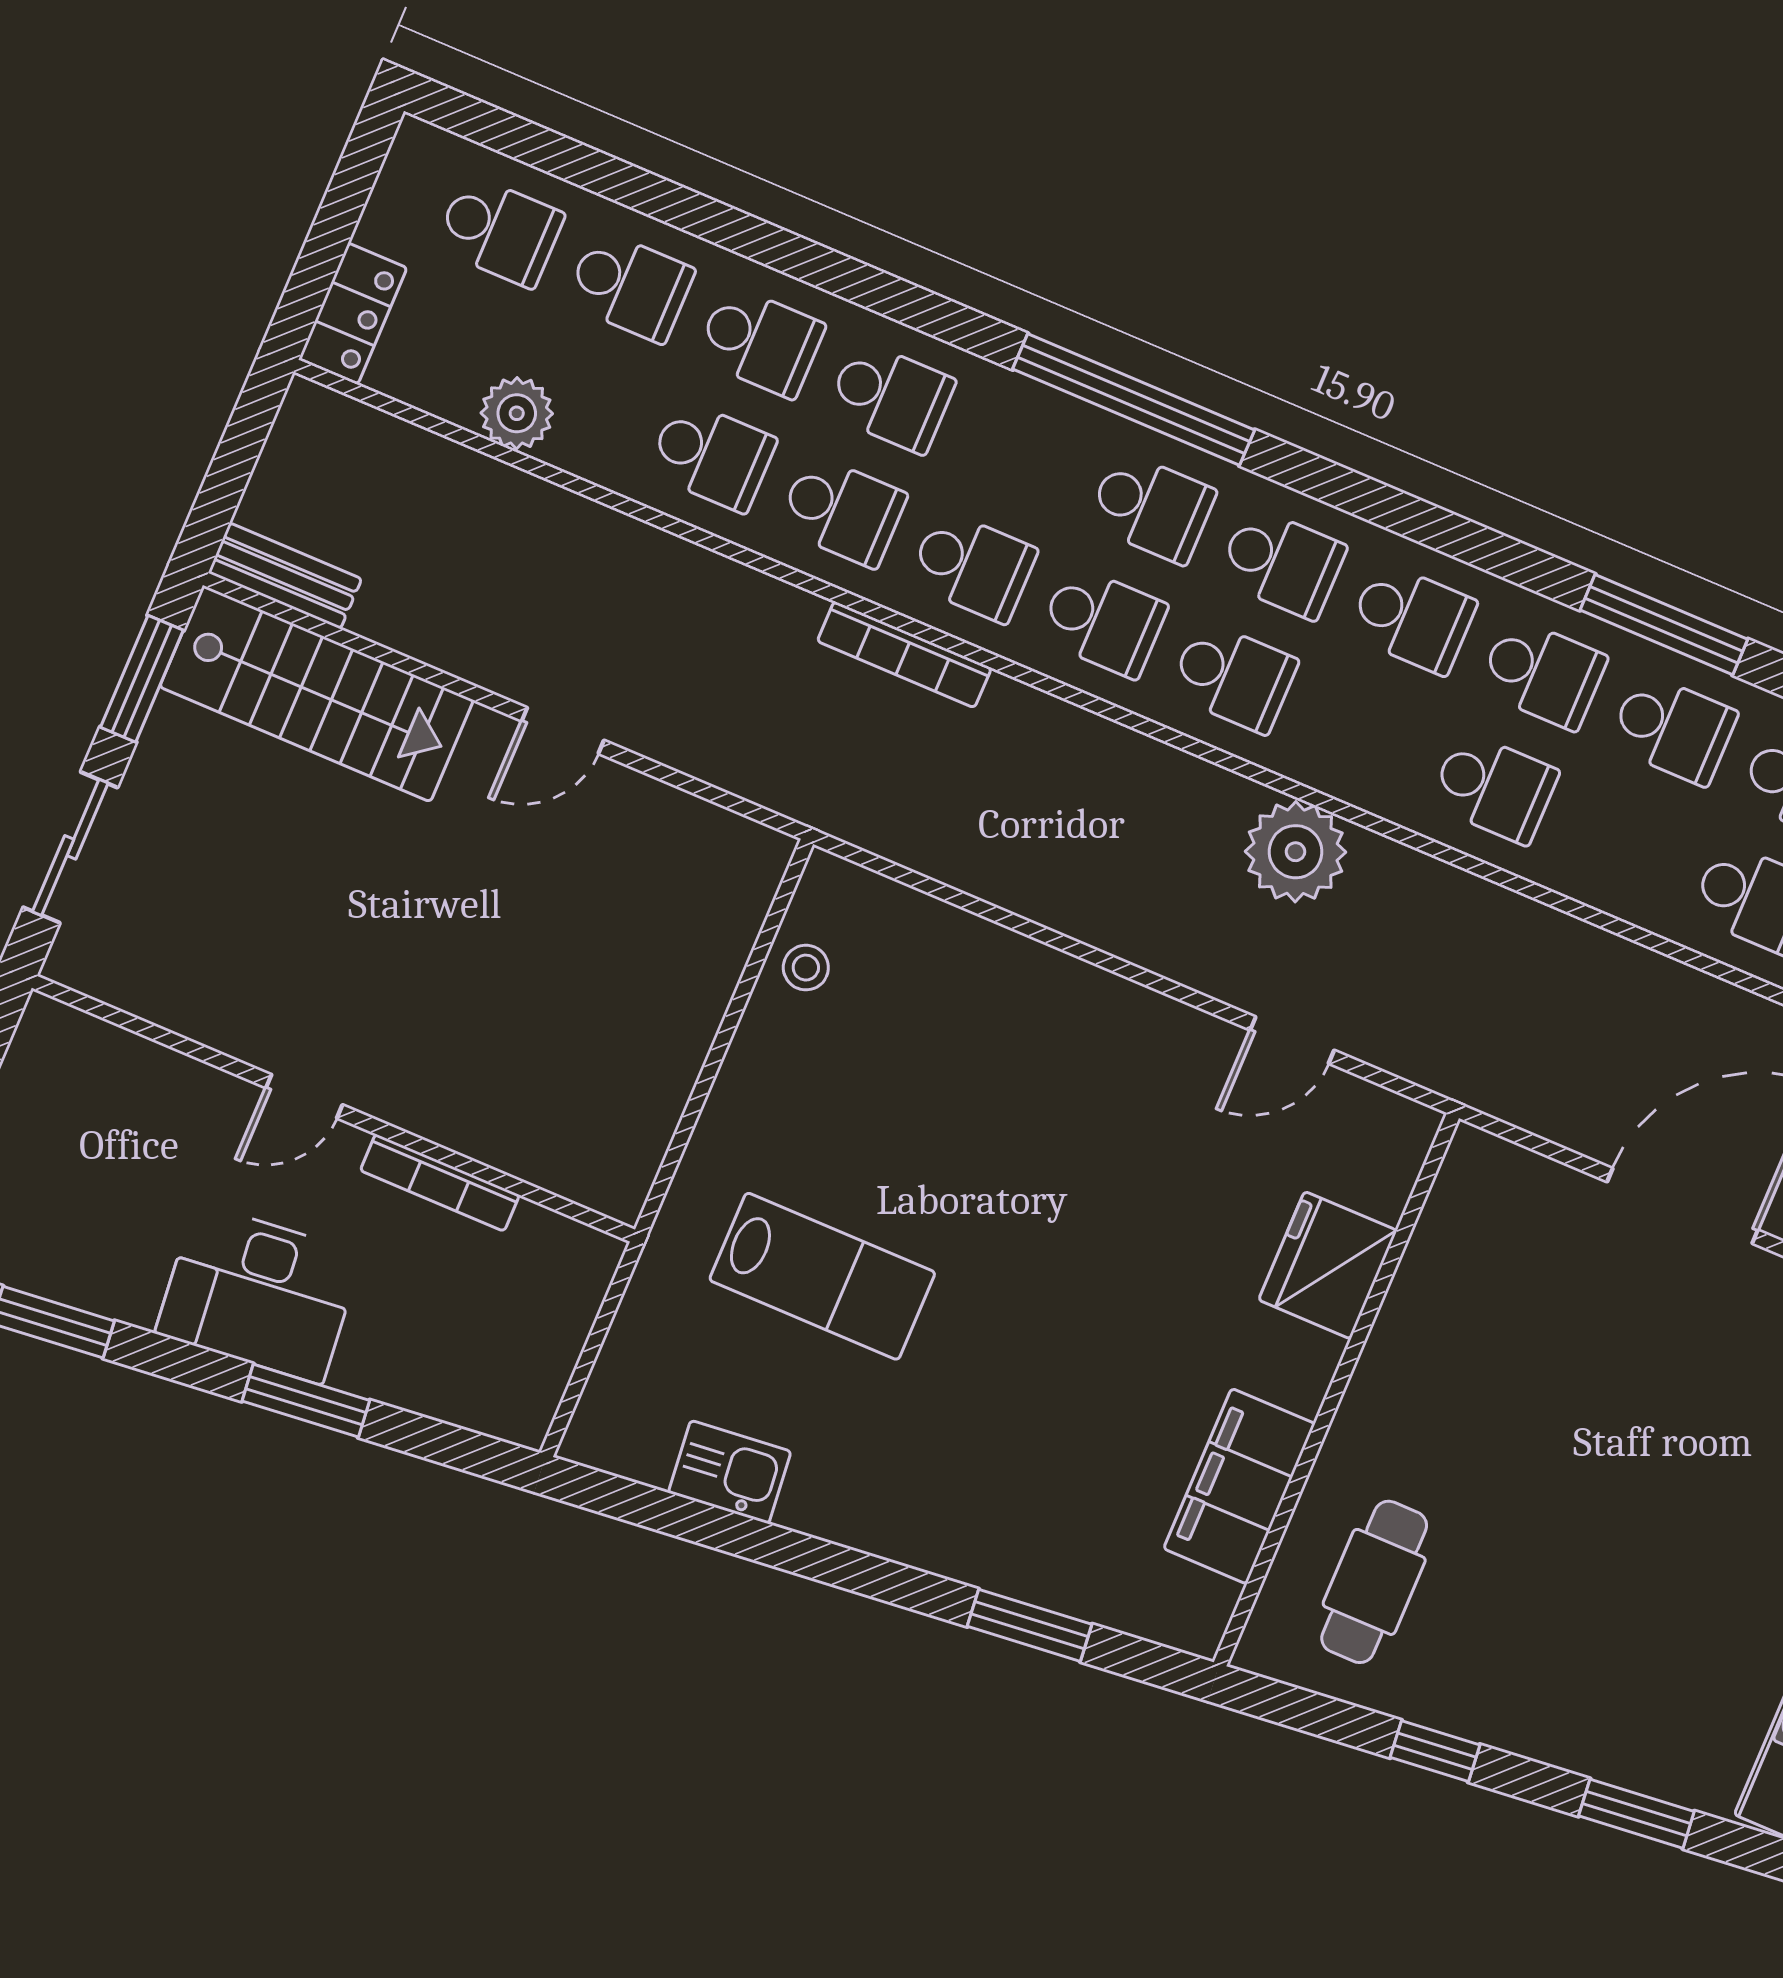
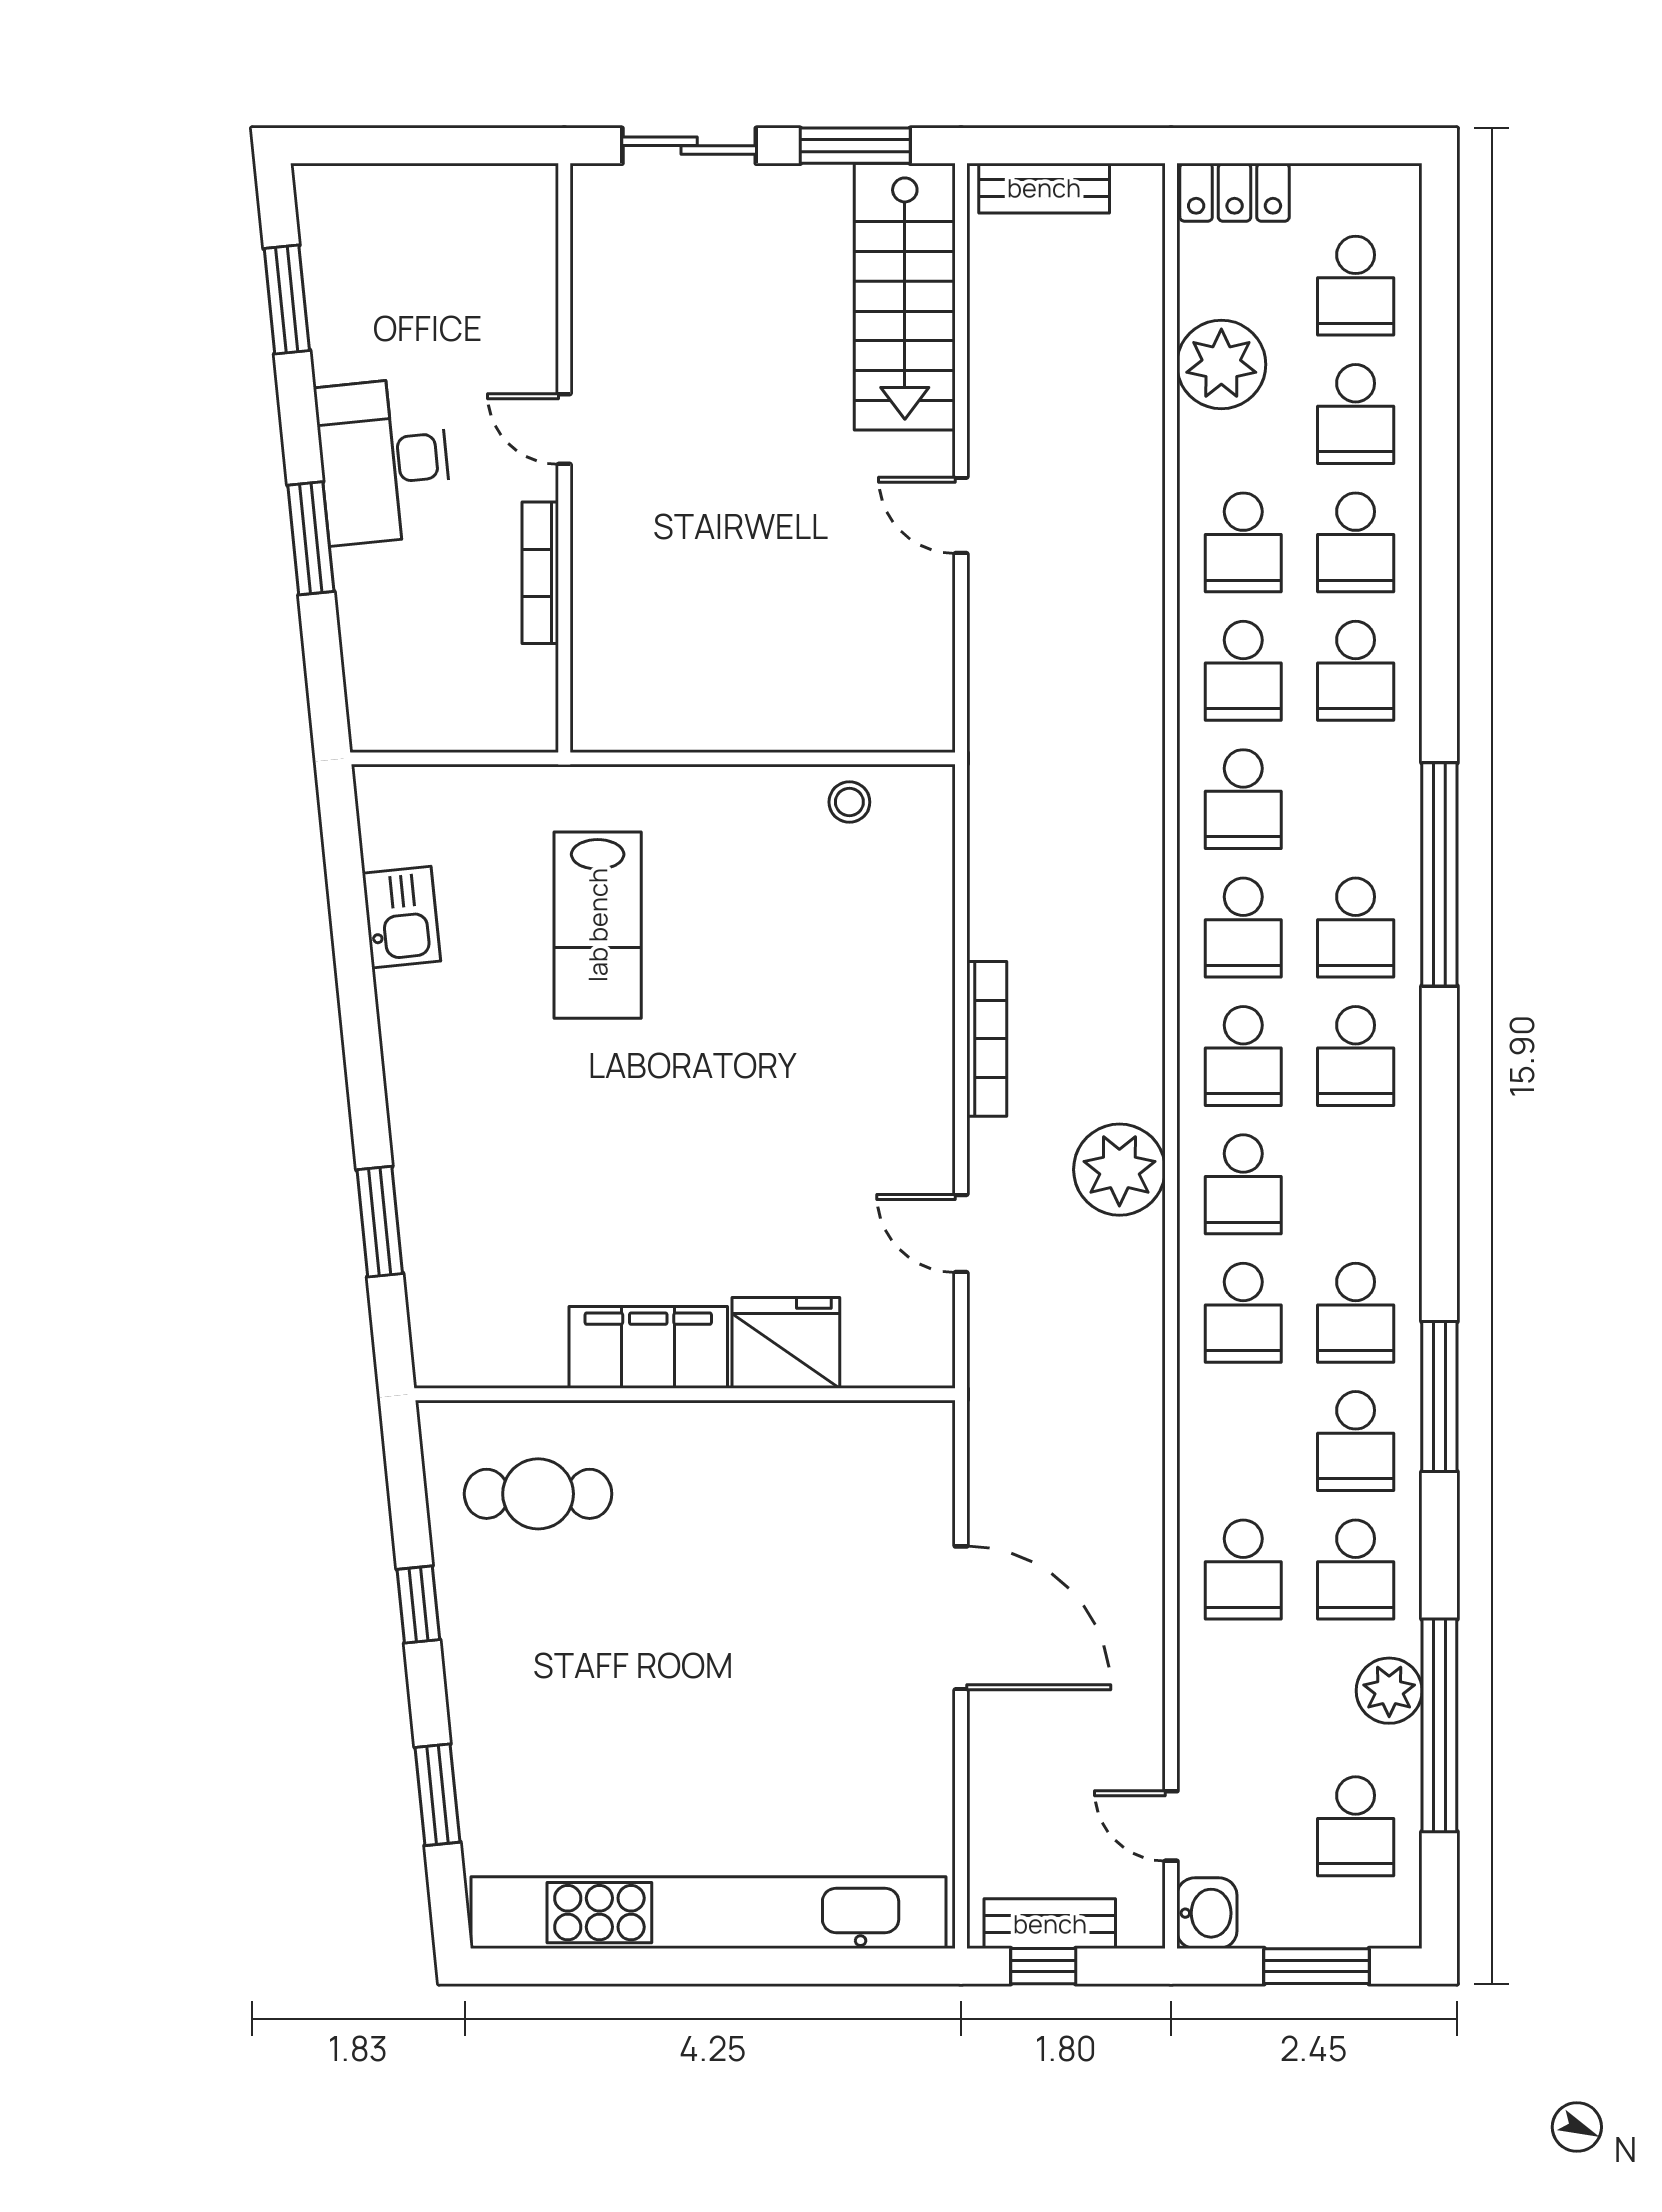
plant: (517, 413) -> (1221, 364), width x1.36, depth x1.36
bench: (285, 576) -> (1044, 188), moved, turned 90
school desk: (1412, 618) -> (1243, 1184), moved
bookcase: (904, 655) -> (987, 1039), moved, turned 180
filing cabinet: (1239, 1486) -> (648, 1347), moved

